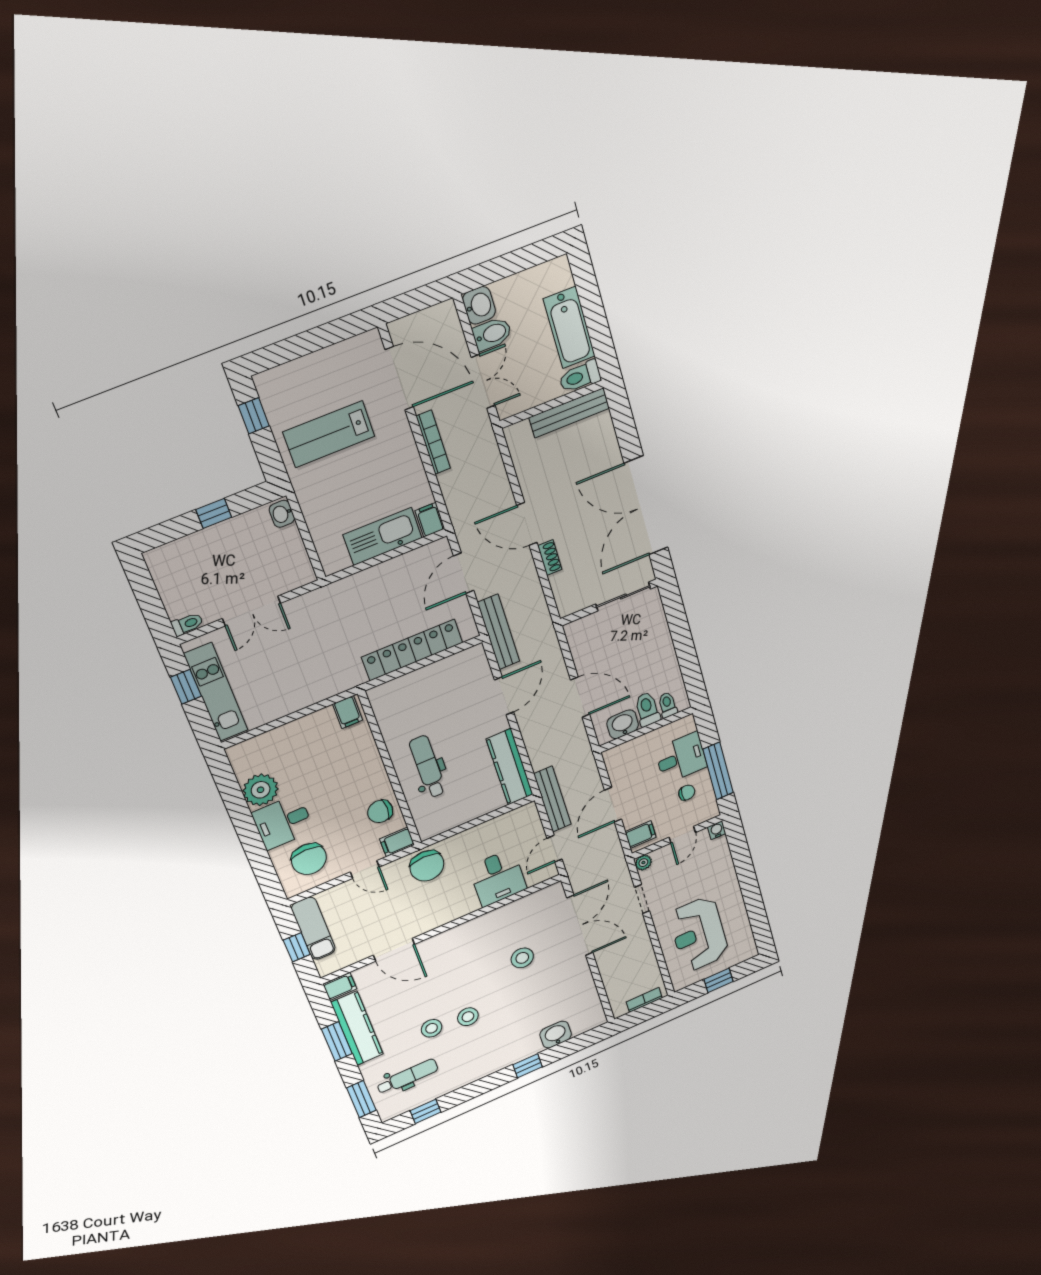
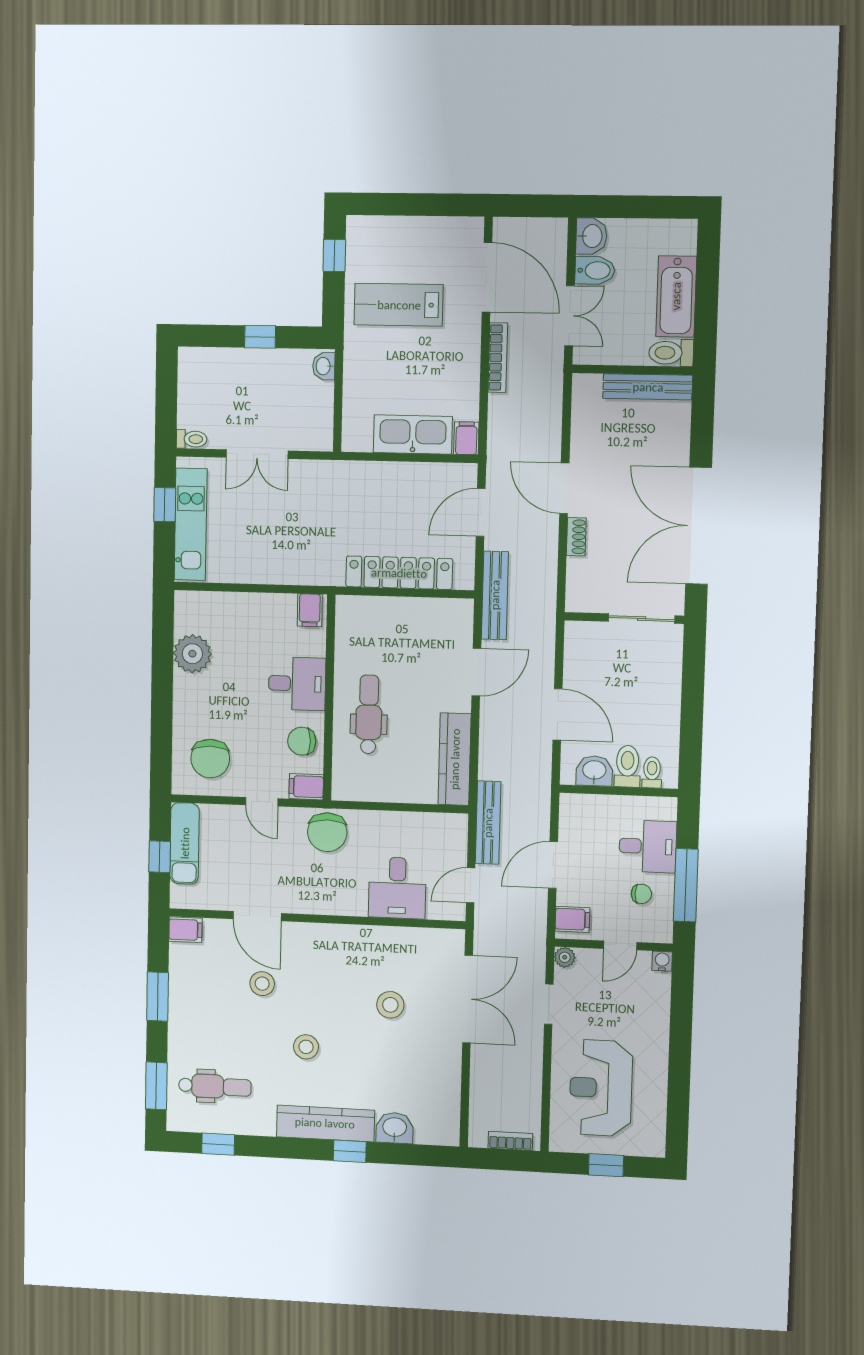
desk: (283, 822) -> (297, 684), moved, turned 180
kitchen counter: (357, 1028) -> (325, 1123), moved, turned -90
stool: (432, 1028) -> (262, 984), moved

